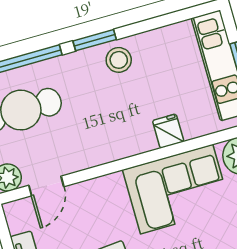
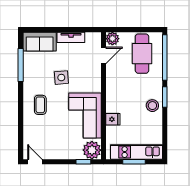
door: (46, 186) -> (103, 55), swing flipped

